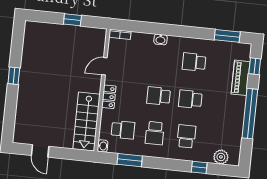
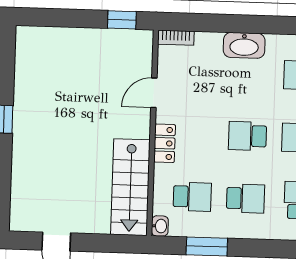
window: (72, 20) -> (122, 20), moved
washbasin: (161, 39) -> (244, 45), width x1.91, depth x1.45
school desk: (155, 133) -> (245, 198), turned -90

